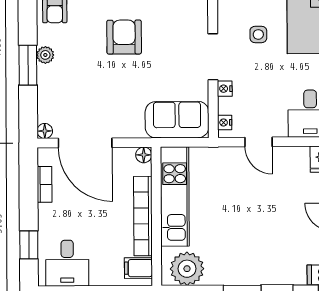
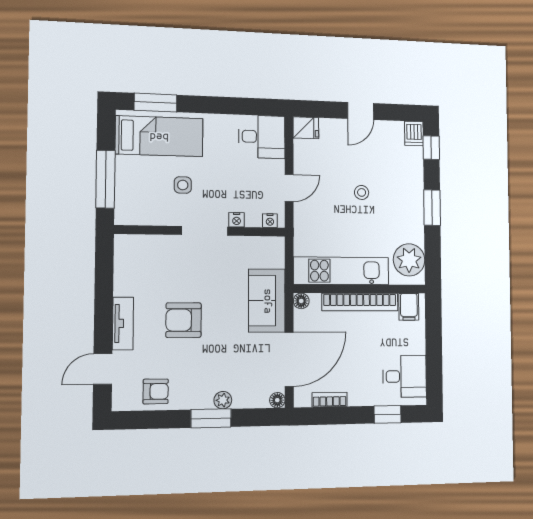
plant: (45, 55) -> (223, 400), moved
sofa: (177, 120) -> (267, 301), moved
stool: (256, 218) -> (362, 192), added

